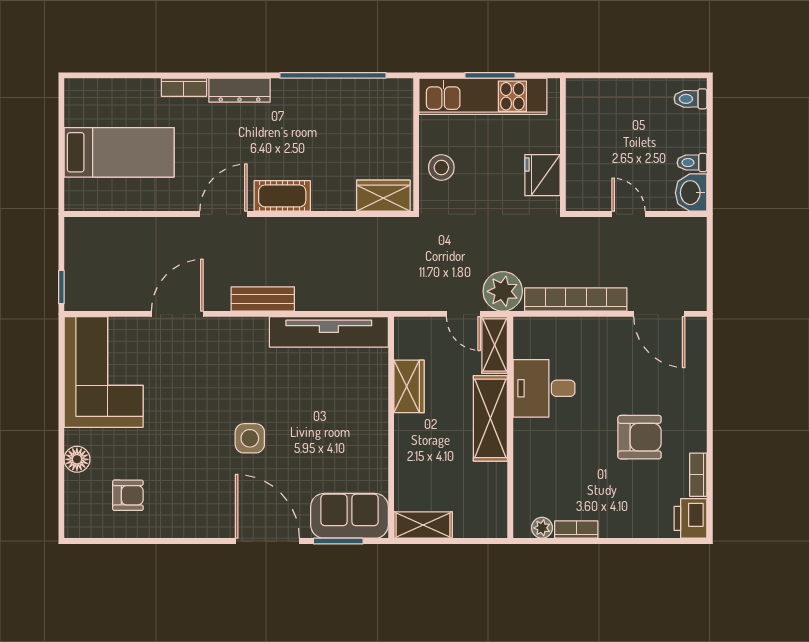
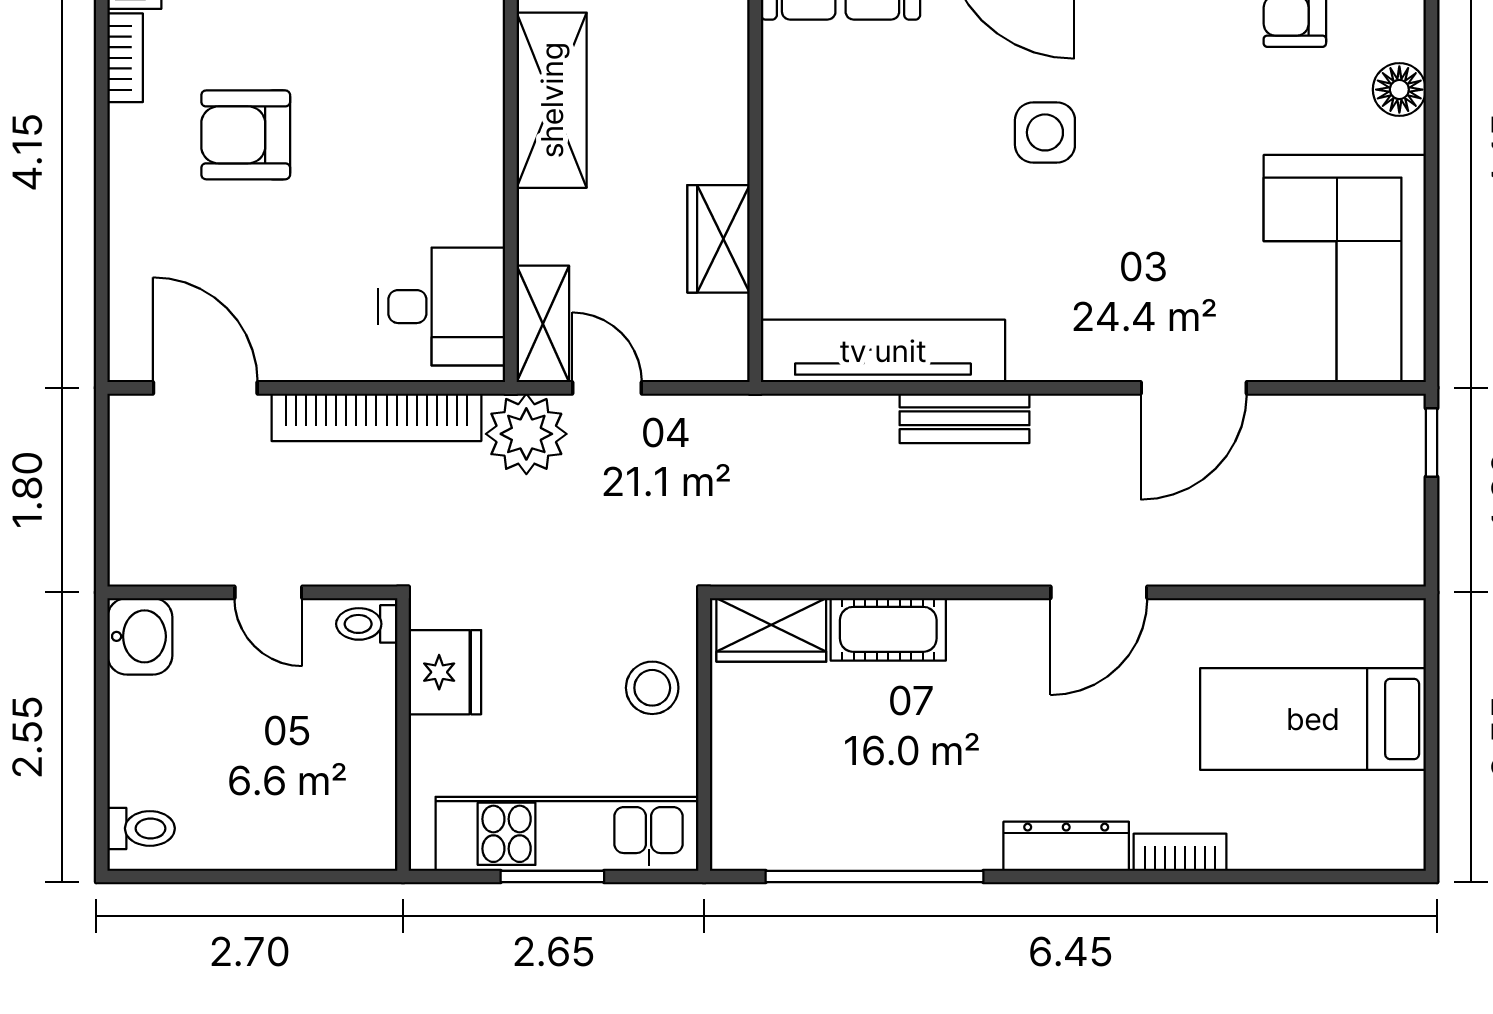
toilet: (692, 163) -> (367, 624), moved, turned 180
cot: (282, 196) -> (888, 629), moved
bench: (263, 299) -> (964, 418), moved
desk: (544, 388) -> (442, 307), moved
shelving: (490, 418) -> (552, 100), moved

